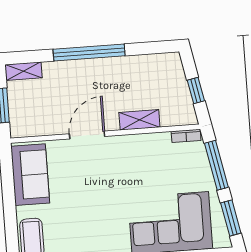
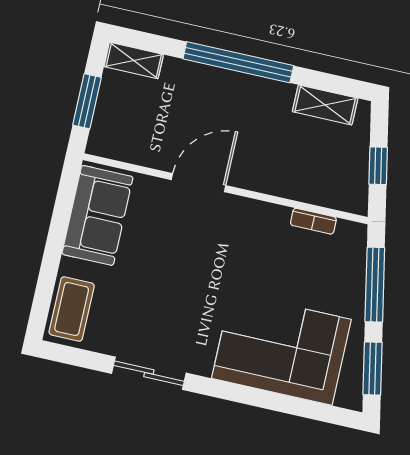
shelving: (139, 120) -> (325, 105), moved
bookcase: (186, 136) -> (313, 221), moved

